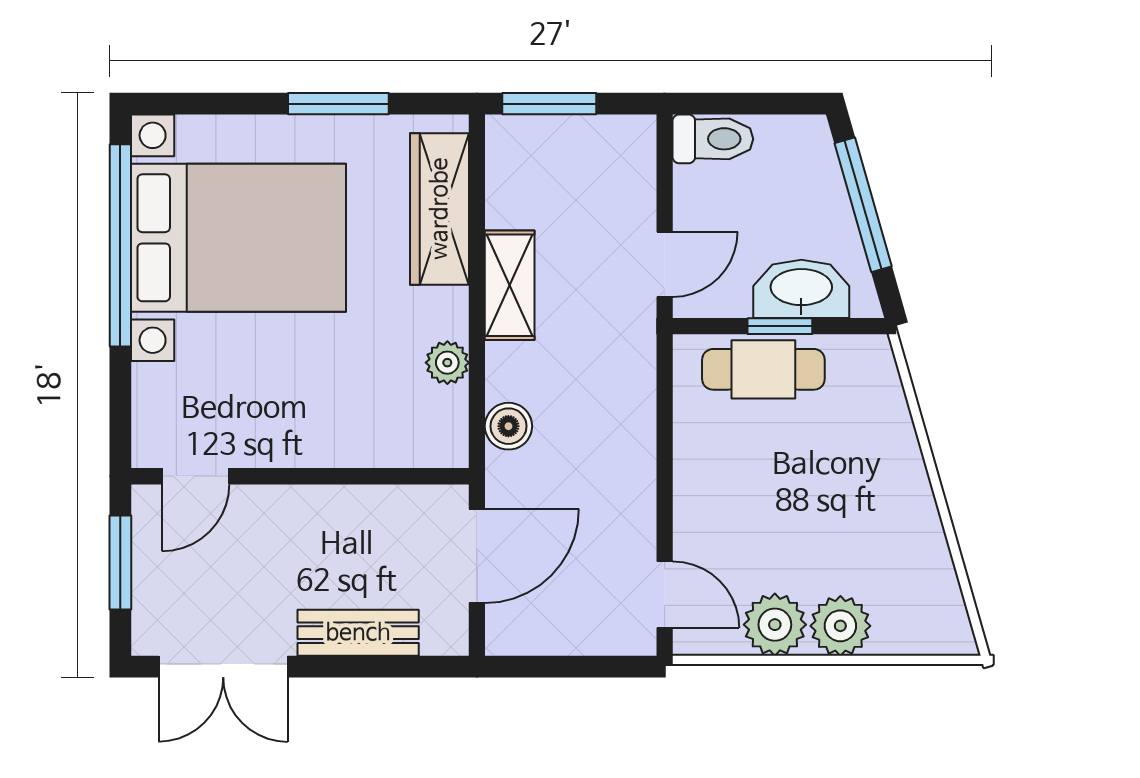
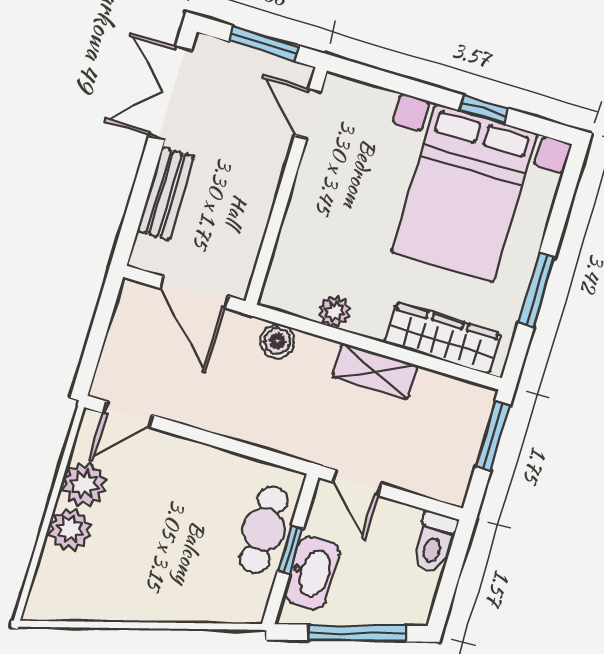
window: (120, 245) -> (484, 109), width x0.32

